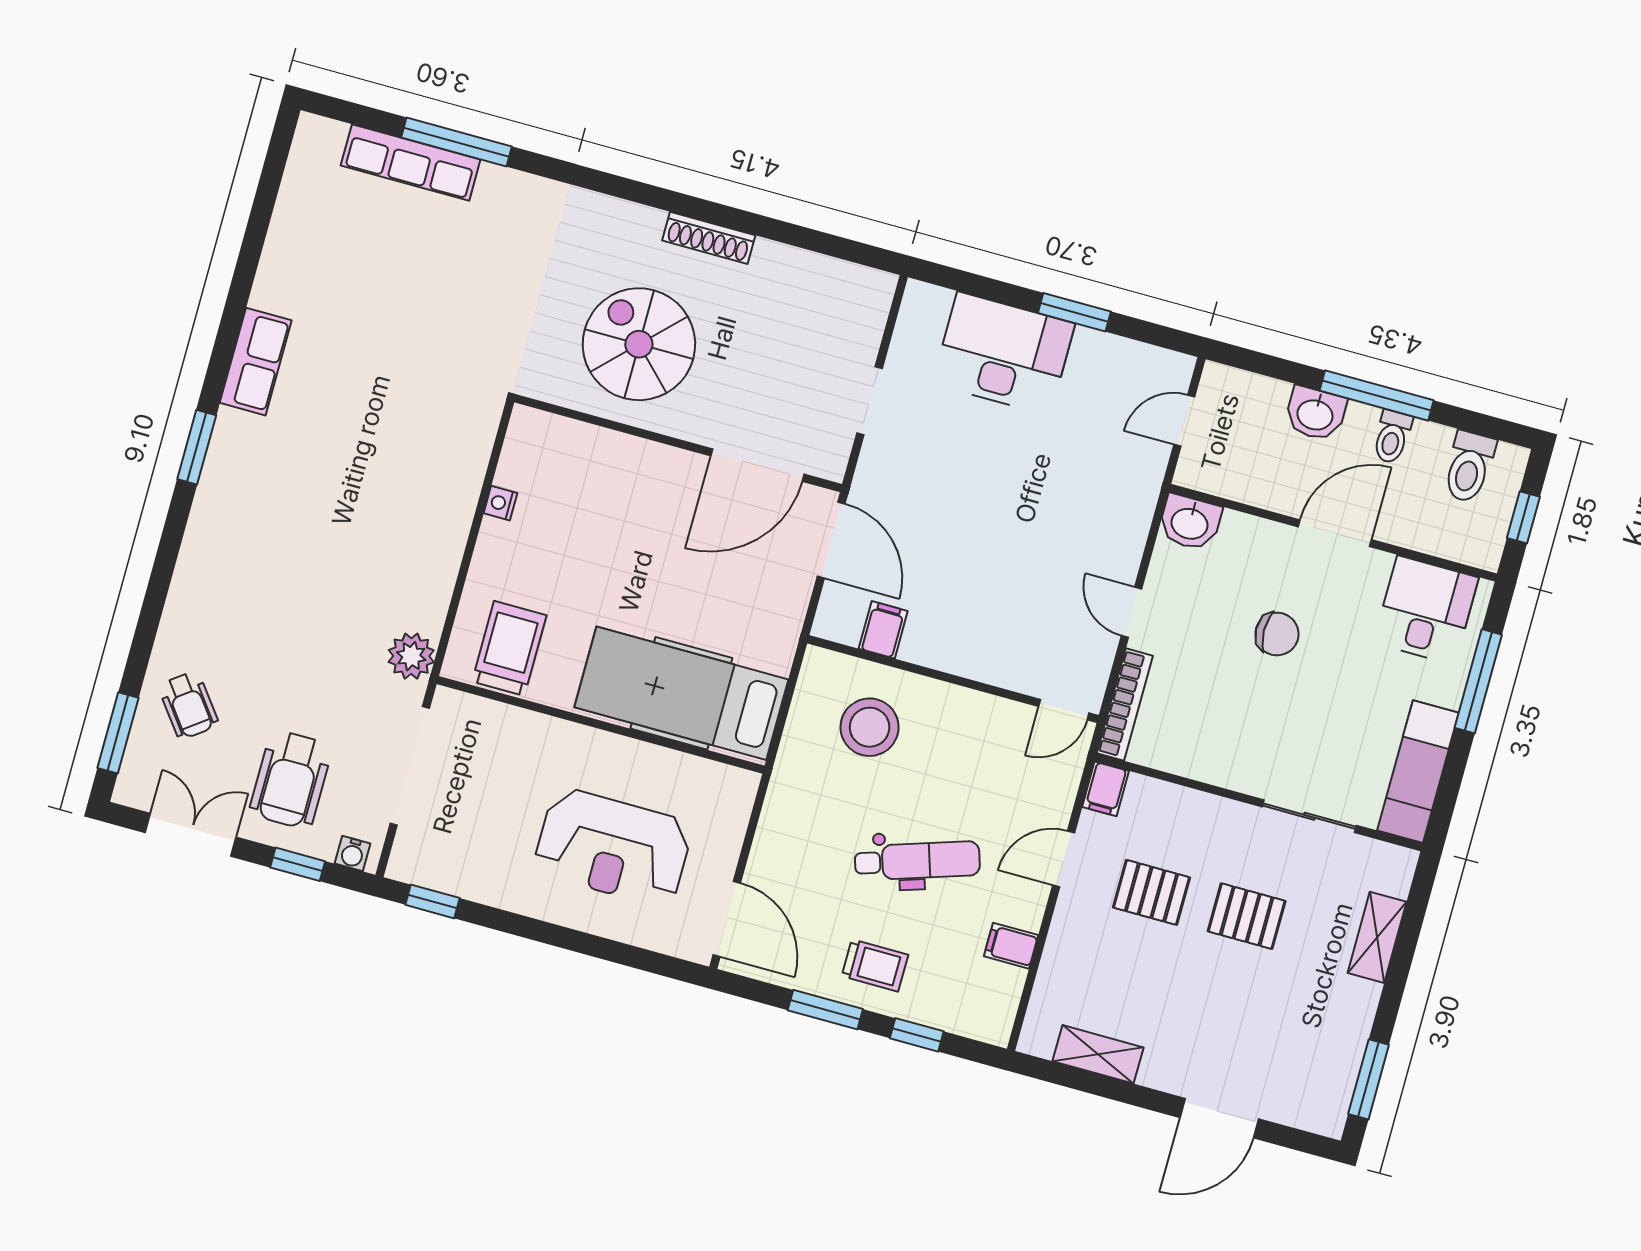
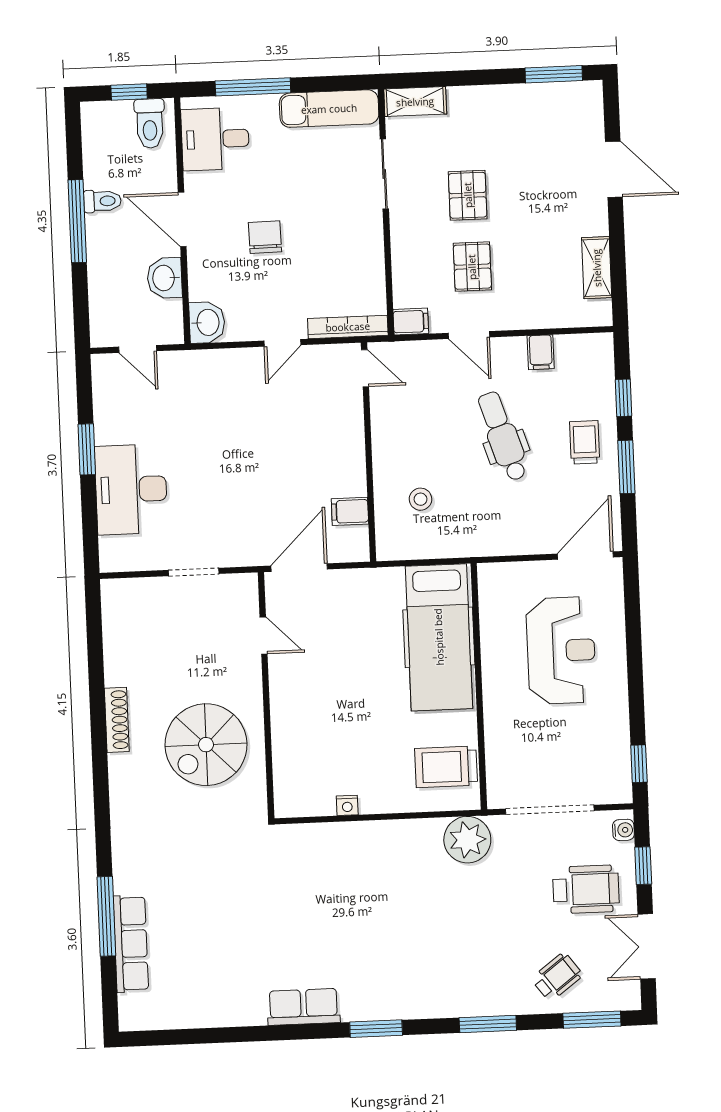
washbasin: (1315, 414) -> (165, 278), moved, turned 180
door: (757, 465) -> (264, 635), width x0.53
toilet: (1469, 467) -> (150, 123), moved, turned 90
window: (156, 595) -> (488, 1024), added
plant: (411, 656) -> (467, 840), width x1.36, depth x1.36
stool: (870, 727) -> (421, 499), width x0.53, depth x0.53
shelving: (1377, 937) -> (415, 102), moved

